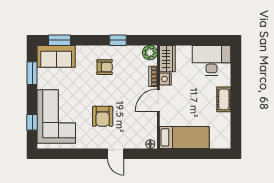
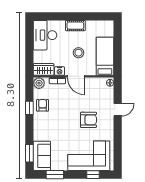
armchair: (105, 67) -> (43, 105), moved
stool: (189, 103) -> (79, 53), added

